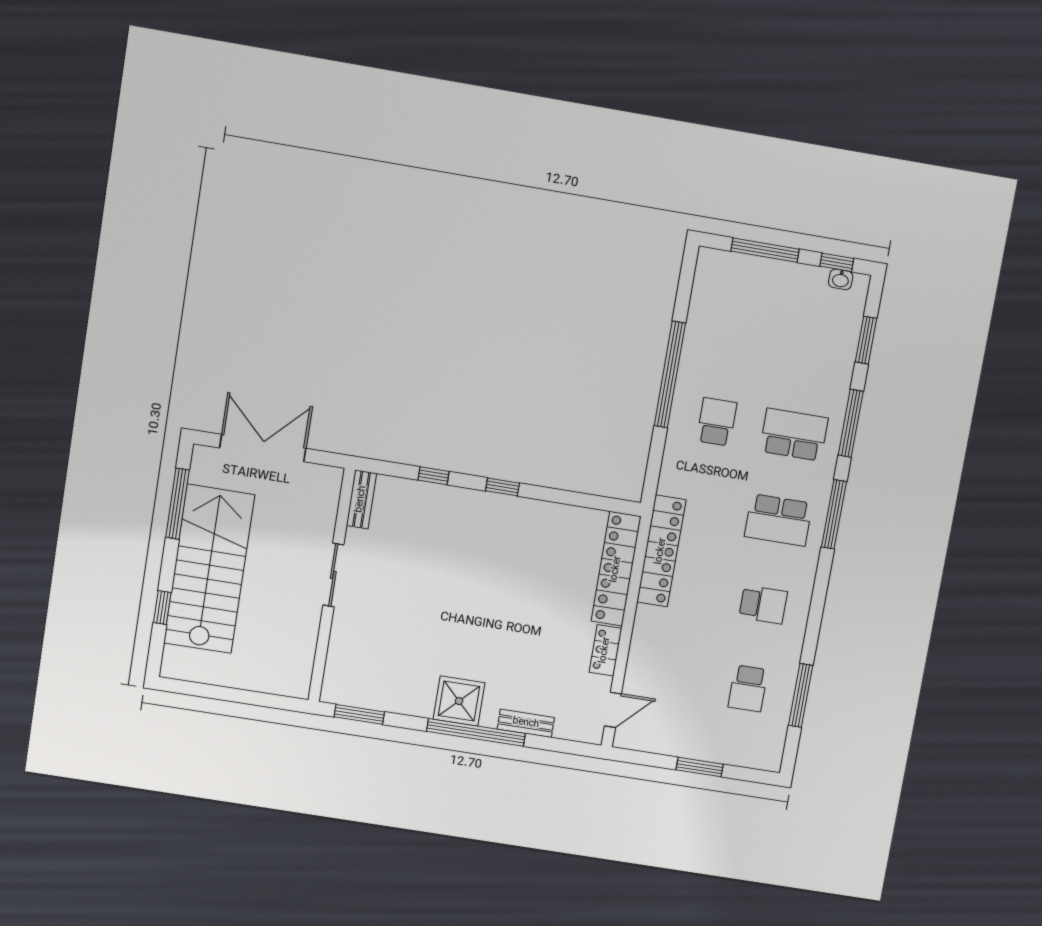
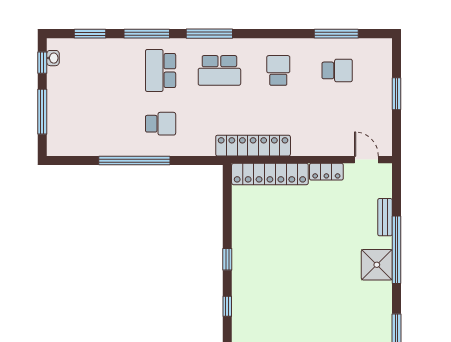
school desk: (717, 422) -> (161, 124), turned 180
school desk: (778, 520) -> (219, 70), turned 90

